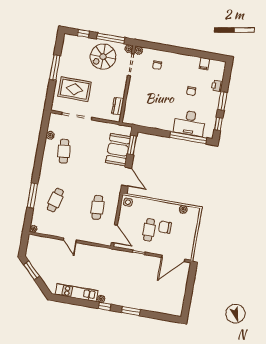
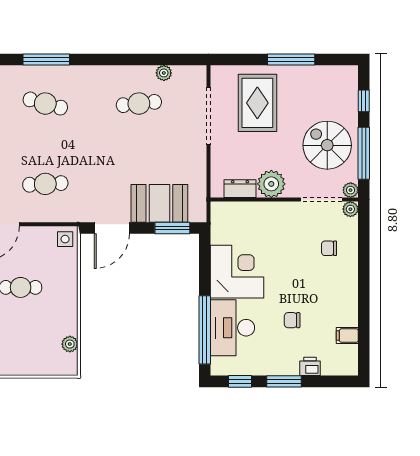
plant: (118, 89) -> (271, 184), added
corner desk: (161, 115) -> (237, 272), added
chair: (165, 227) -> (31, 316), removed

